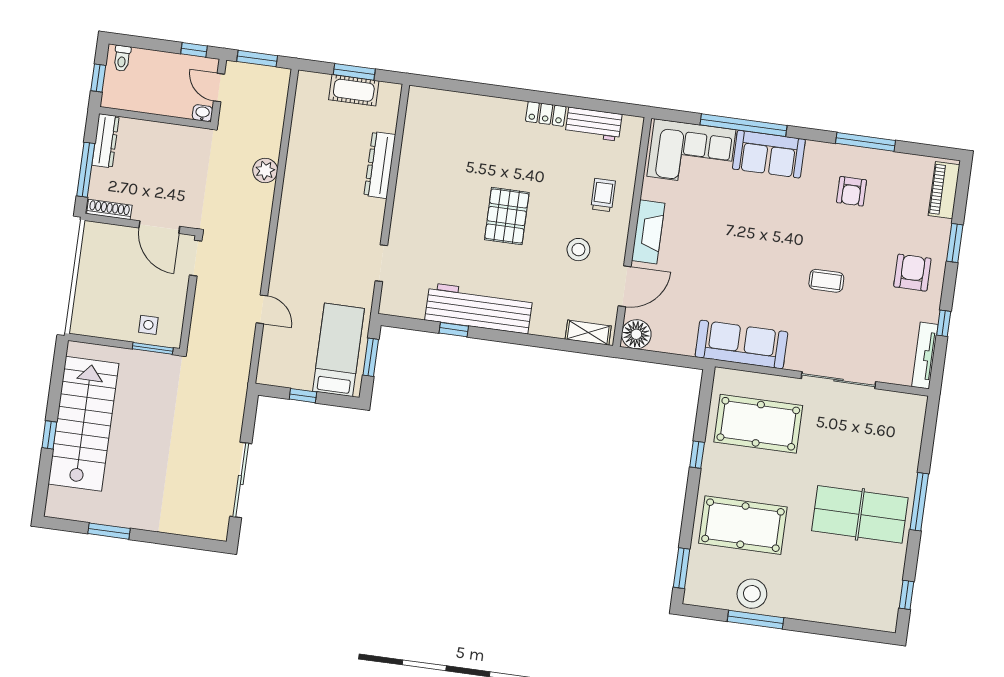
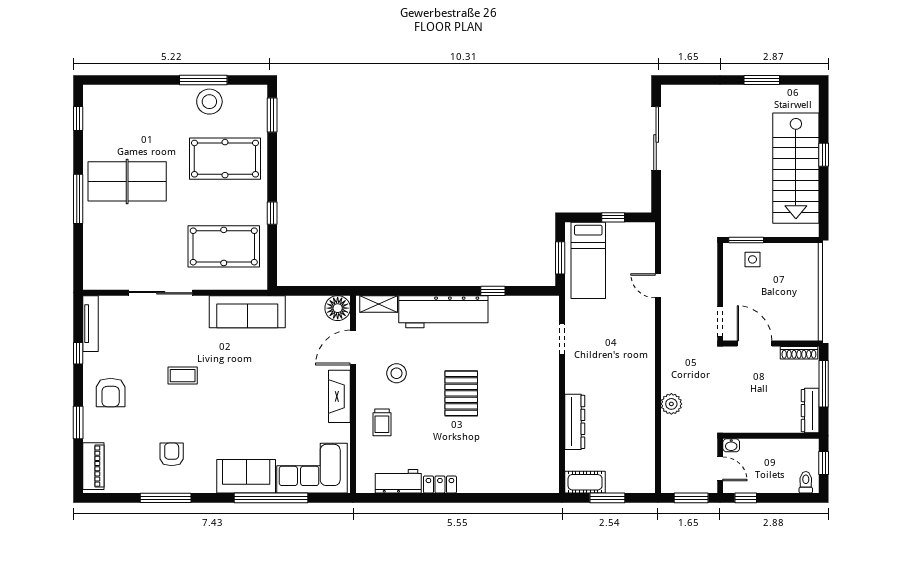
cot: (354, 90) -> (585, 482), moved
workbench: (479, 308) -> (443, 312), moved

